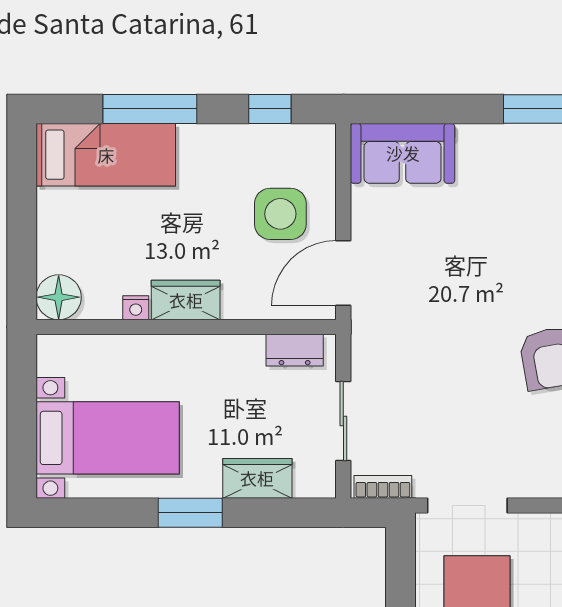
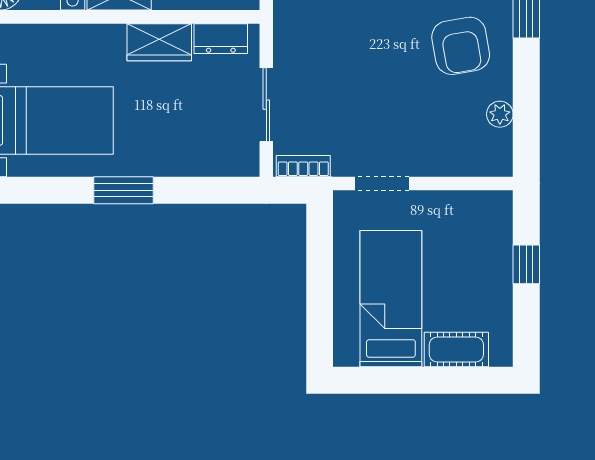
wardrobe: (257, 478) -> (159, 42), moved, turned 180
doorway: (467, 506) -> (382, 184), width x0.73

